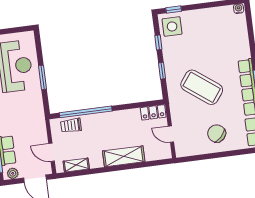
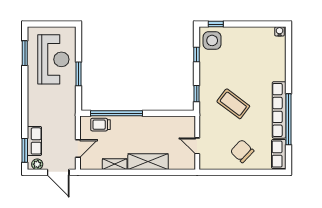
window: (162, 71) -> (197, 94), moved
coffee table: (202, 87) -> (233, 104), width x0.73, depth x0.76
locker: (153, 112) -> (183, 122), removed
door: (52, 152) -> (78, 149), swing flipped
shelving: (76, 165) -> (115, 164), moved

